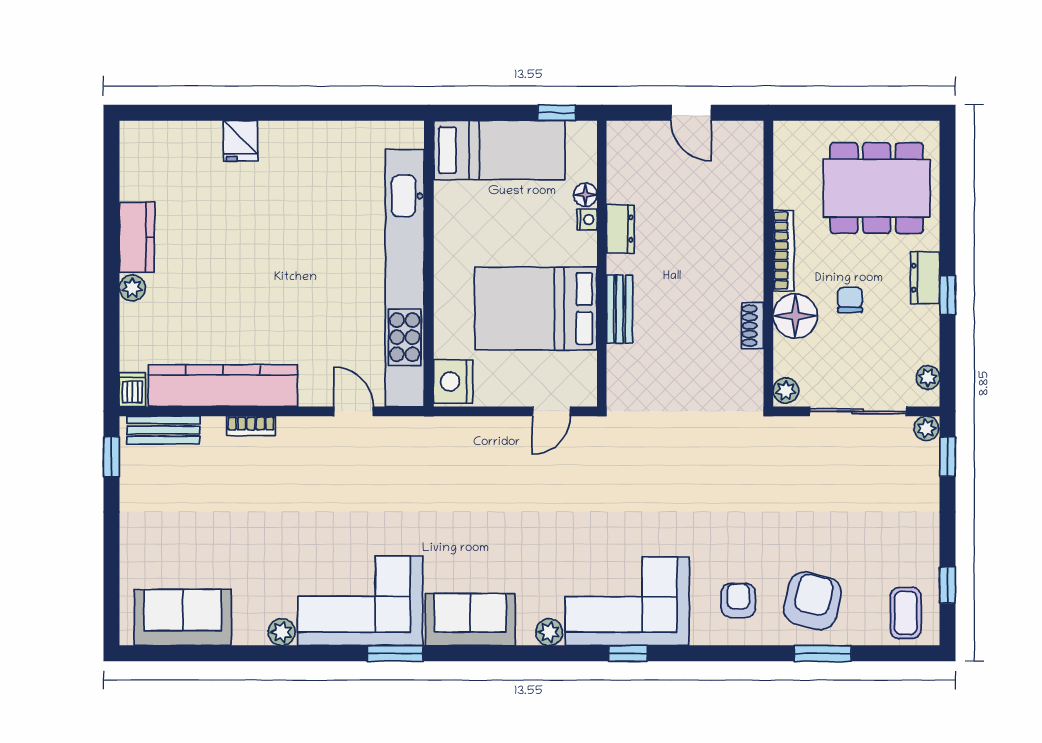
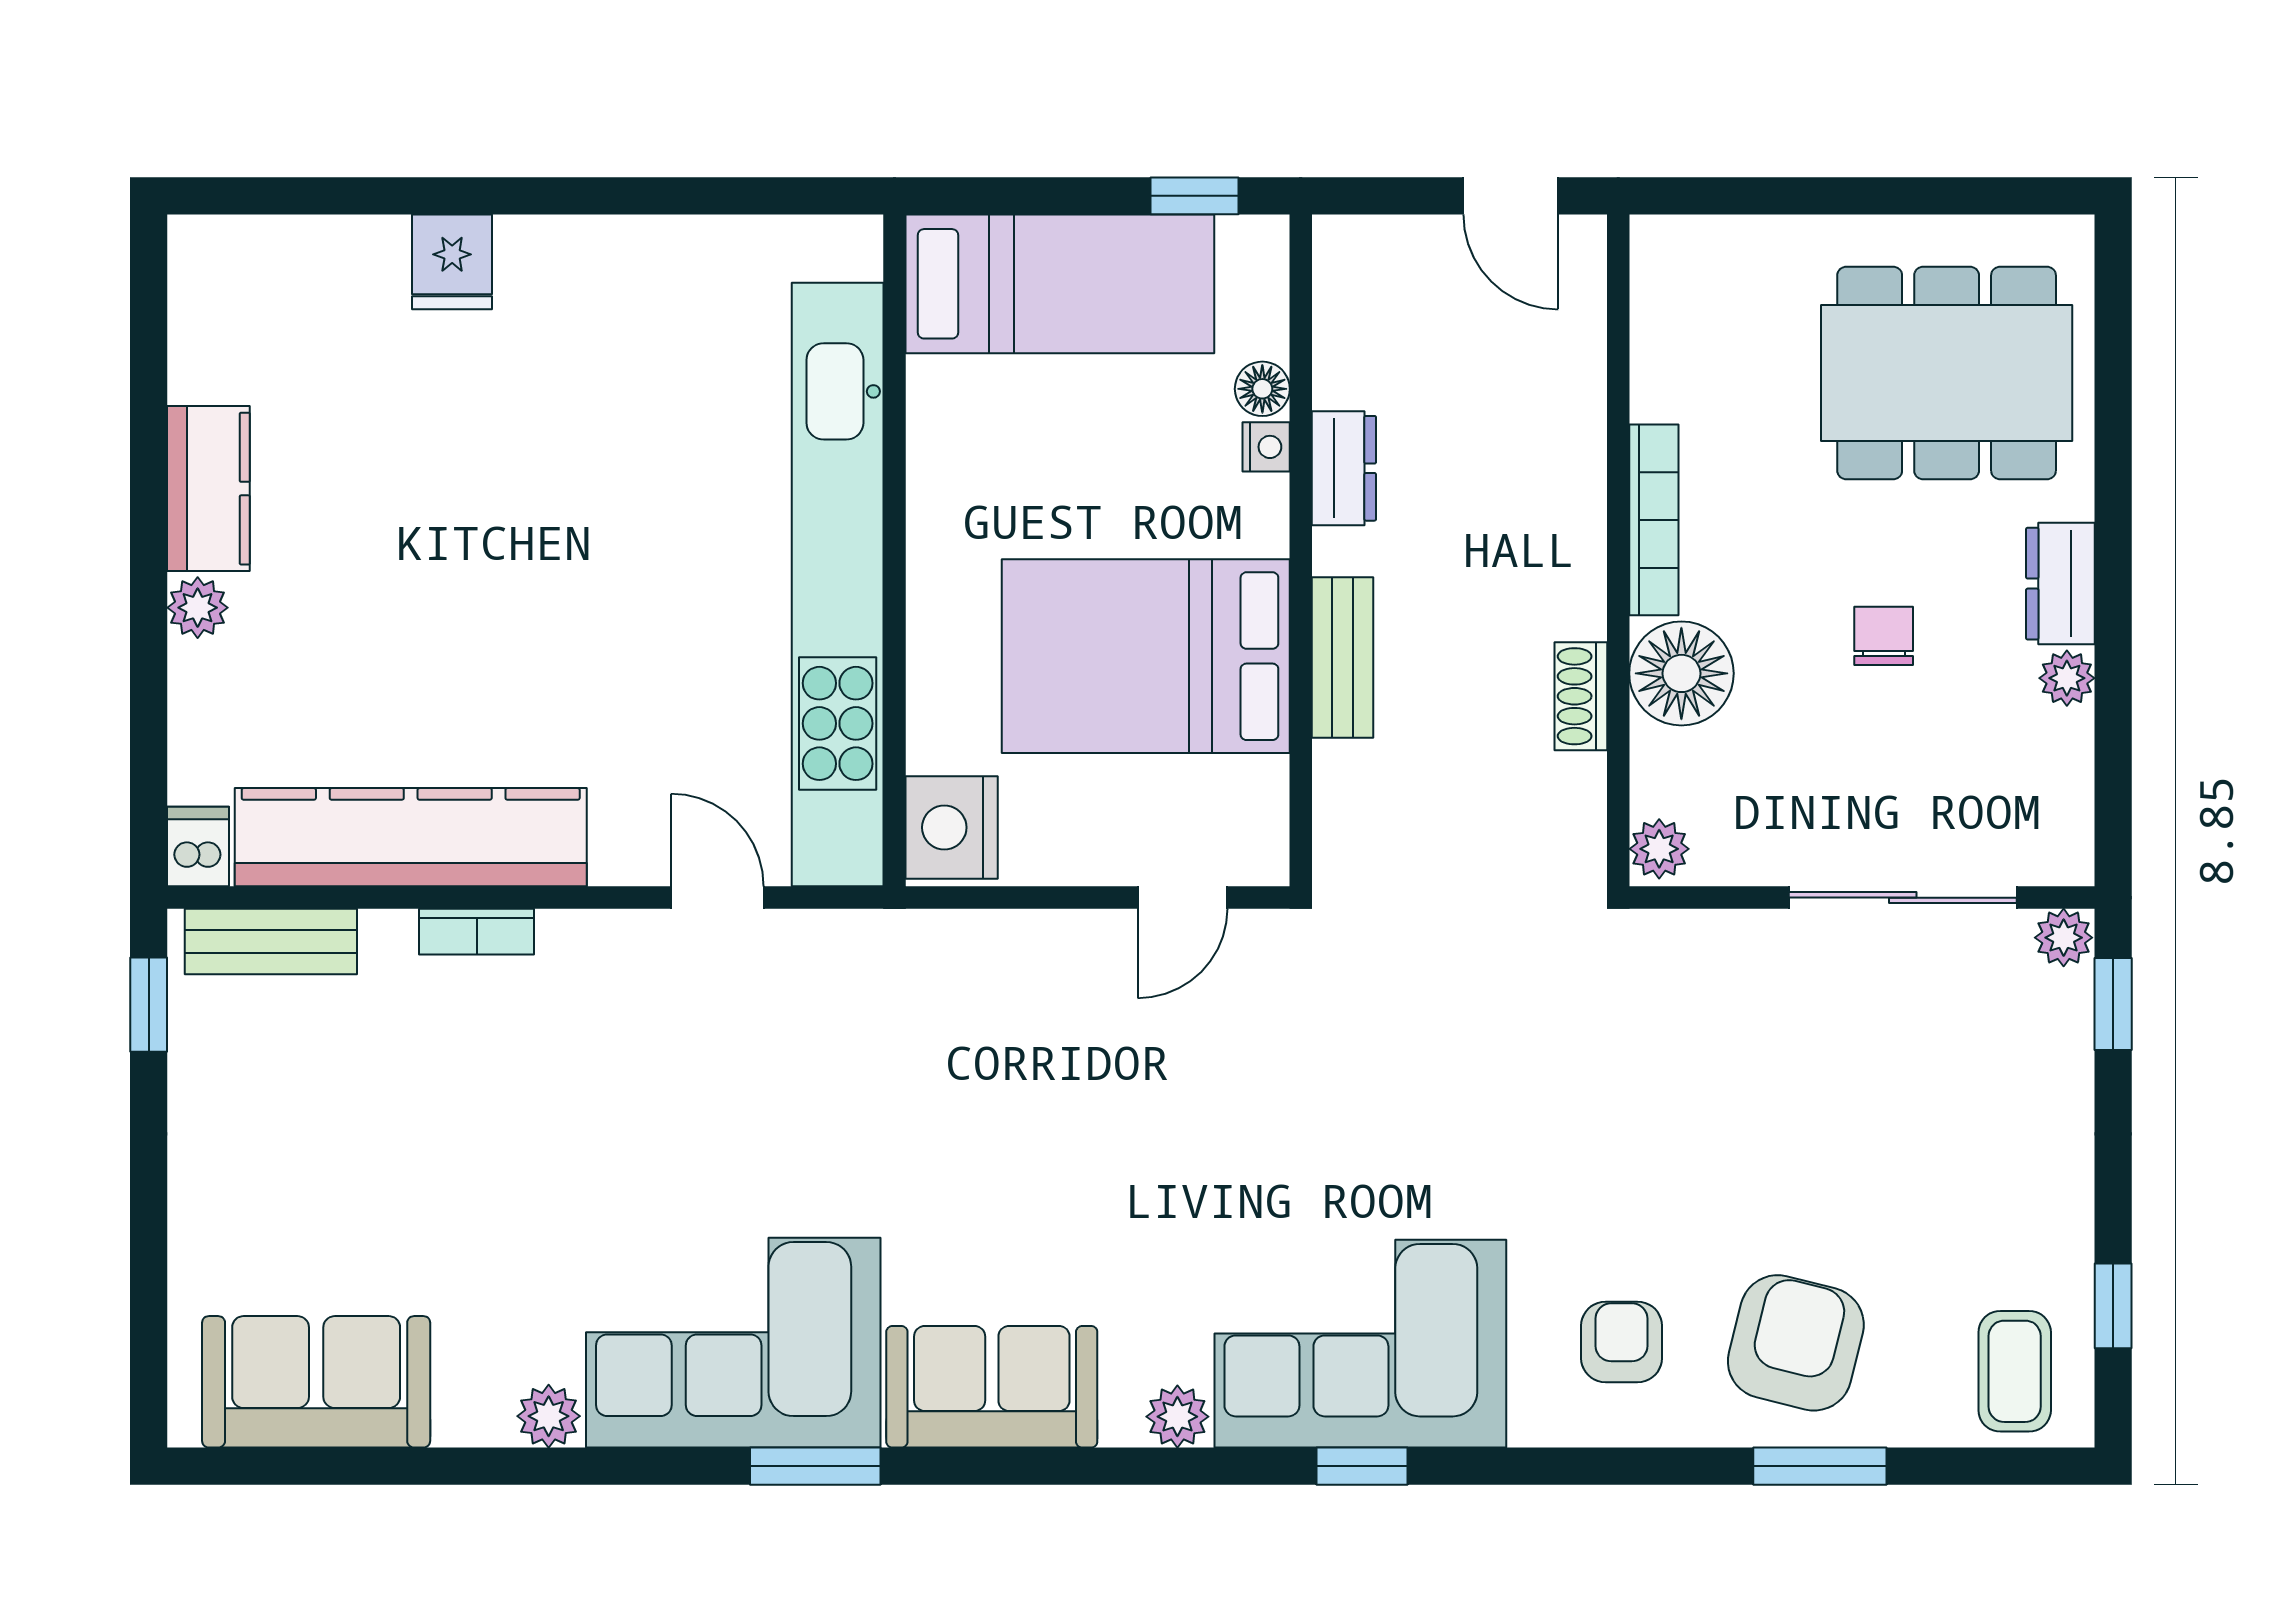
bookcase: (783, 251) -> (1654, 520), moved
wall: (768, 264) -> (1618, 550), moved
window: (948, 295) -> (2113, 625), removed
floor lamp: (795, 316) -> (1681, 673), moved
shoe rack: (752, 326) -> (1581, 696), moved
plant: (928, 378) -> (2067, 678), moved
plant: (786, 391) -> (1659, 849), moved

